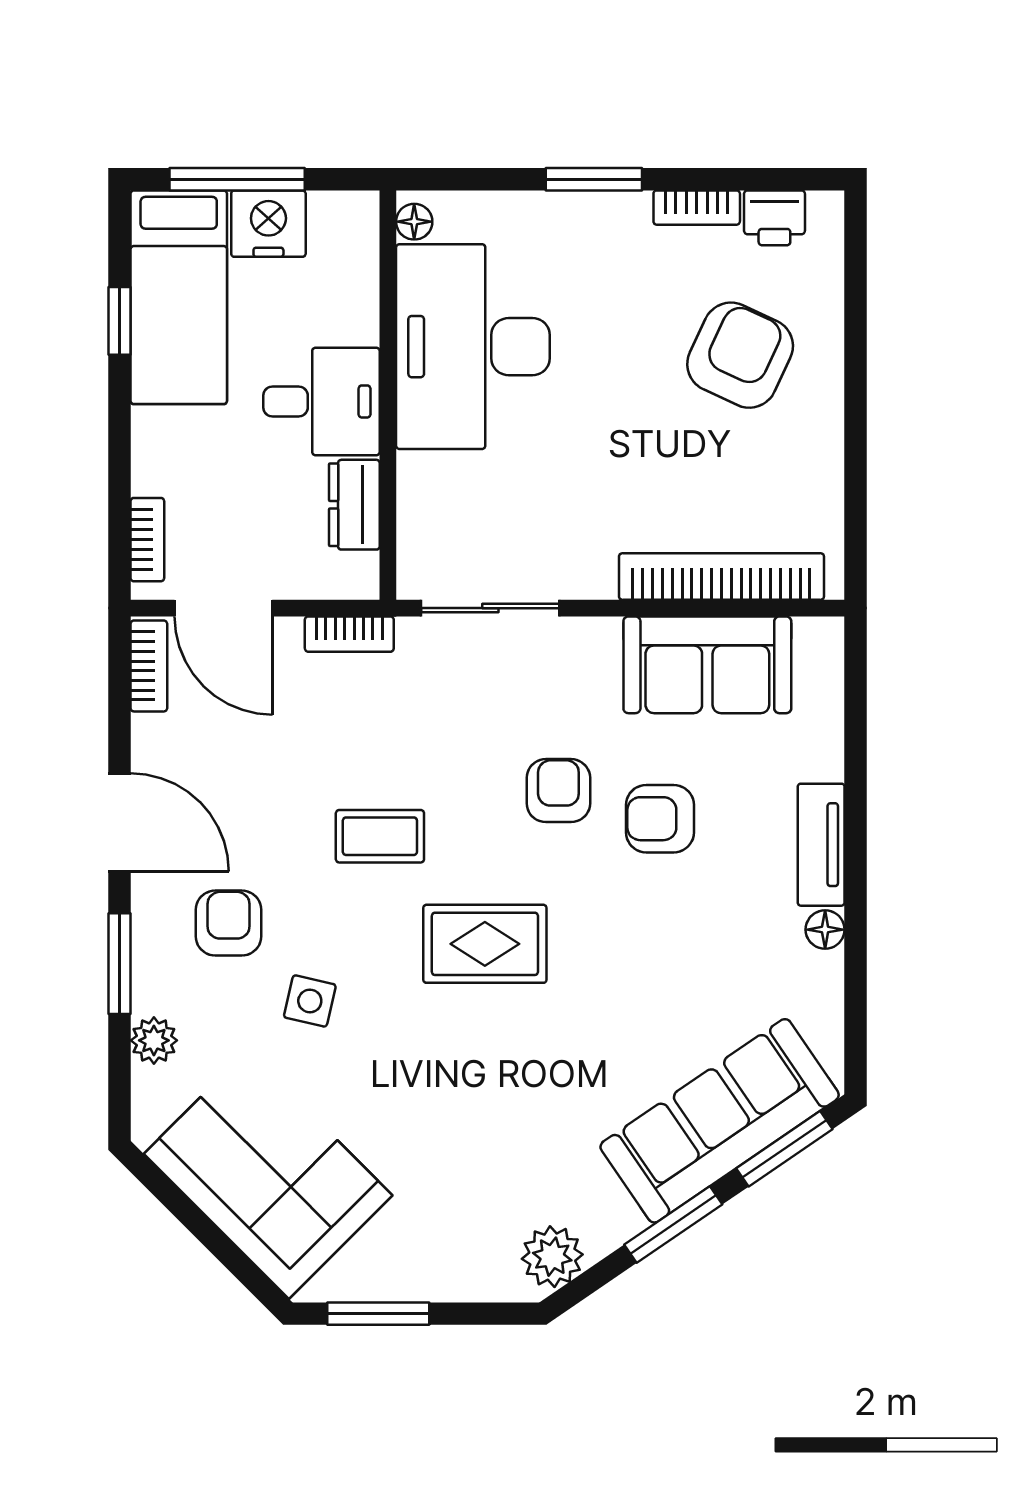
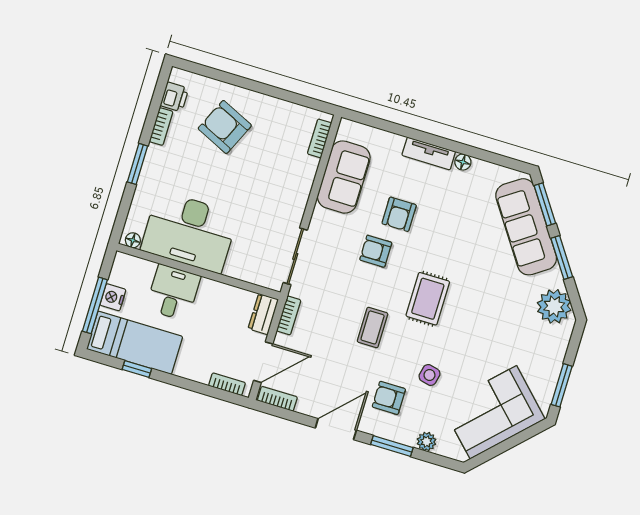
nightstand: (268, 224) -> (113, 297), width x0.74, depth x0.75
desk: (322, 401) -> (173, 293), moved
dresser: (354, 505) -> (263, 314), moved, turned 90
bookcase: (721, 577) -> (320, 138), width x0.43, depth x0.76
plant: (552, 1257) -> (554, 306), width x1.36, depth x1.36

